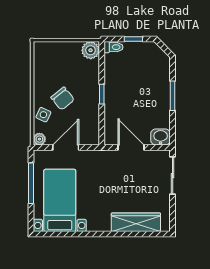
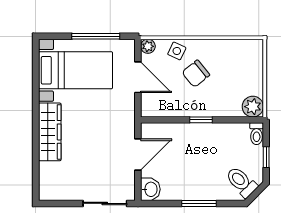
toilet: (154, 60) -> (241, 182), added
wardrobe: (136, 222) -> (50, 132), moved

